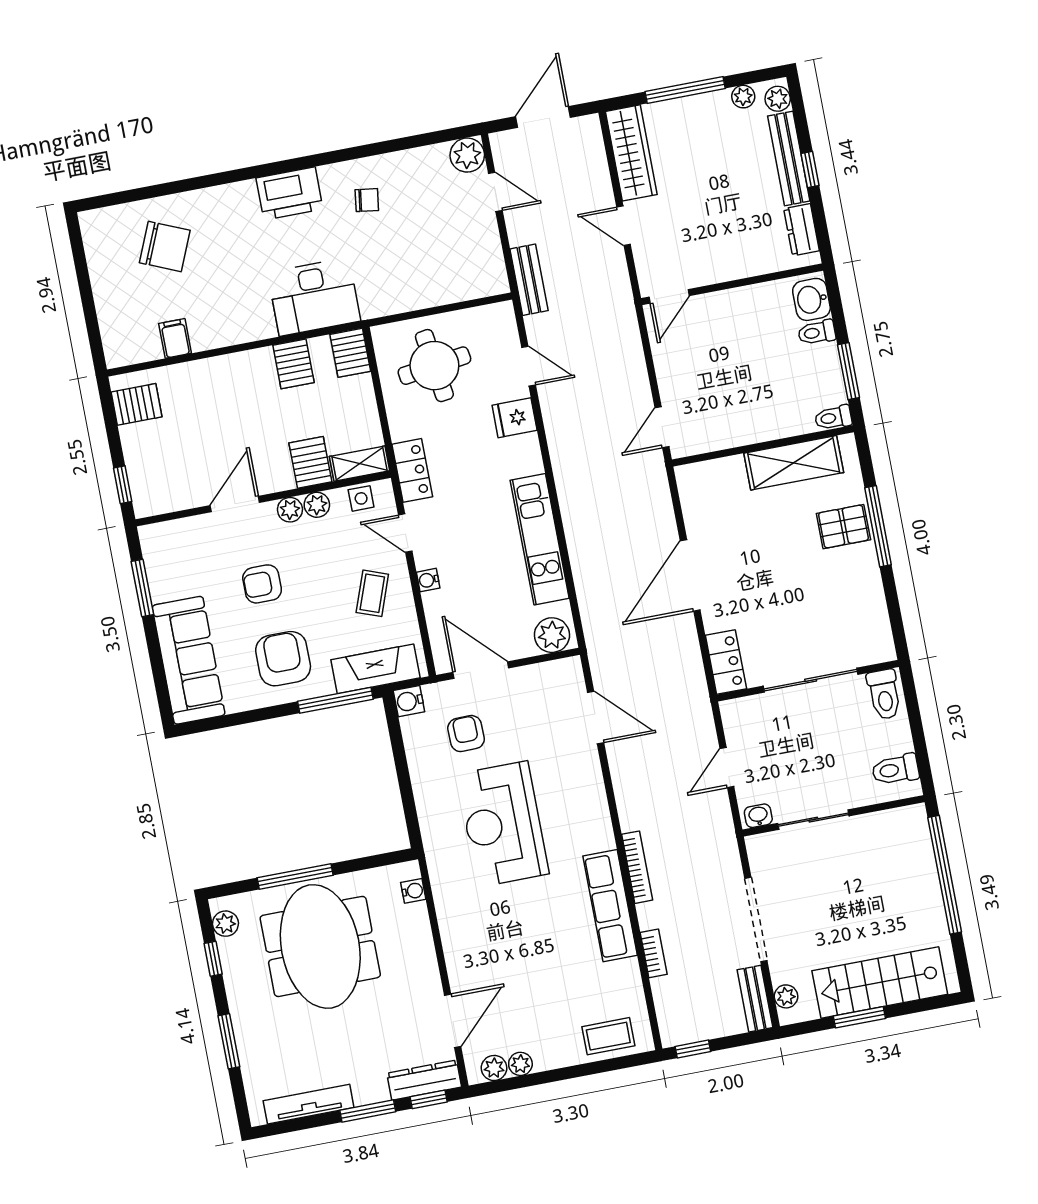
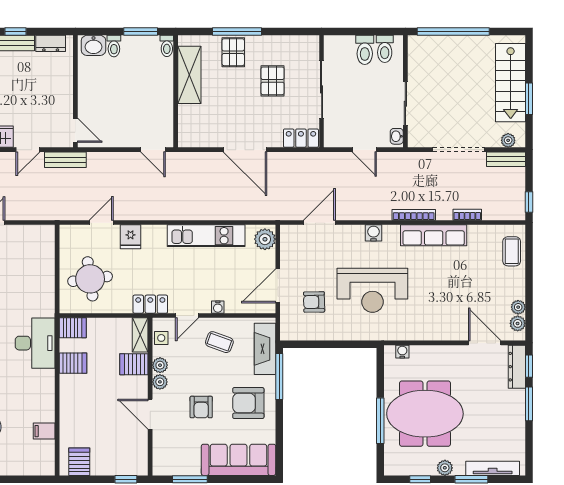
bench: (529, 280) -> (65, 160), moved
pallet: (809, 599) -> (273, 81), added
toilet: (884, 694) -> (365, 50), moved, turned 90
water cooler: (409, 701) -> (374, 233), moved, turned 180
plant: (225, 924) -> (445, 468), moved
tv unit: (309, 1104) -> (493, 468), moved, turned 90

